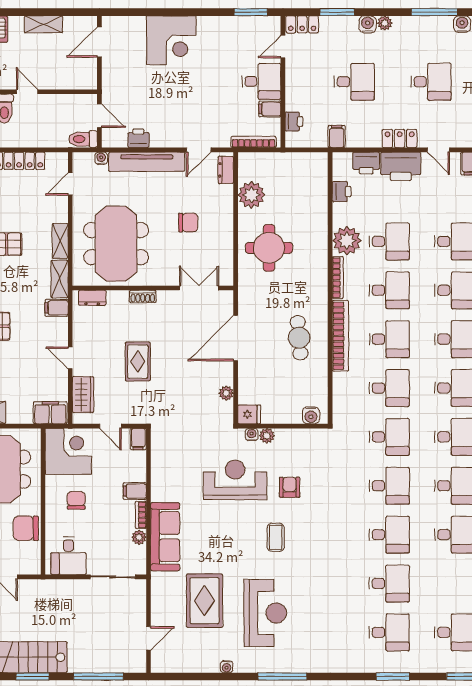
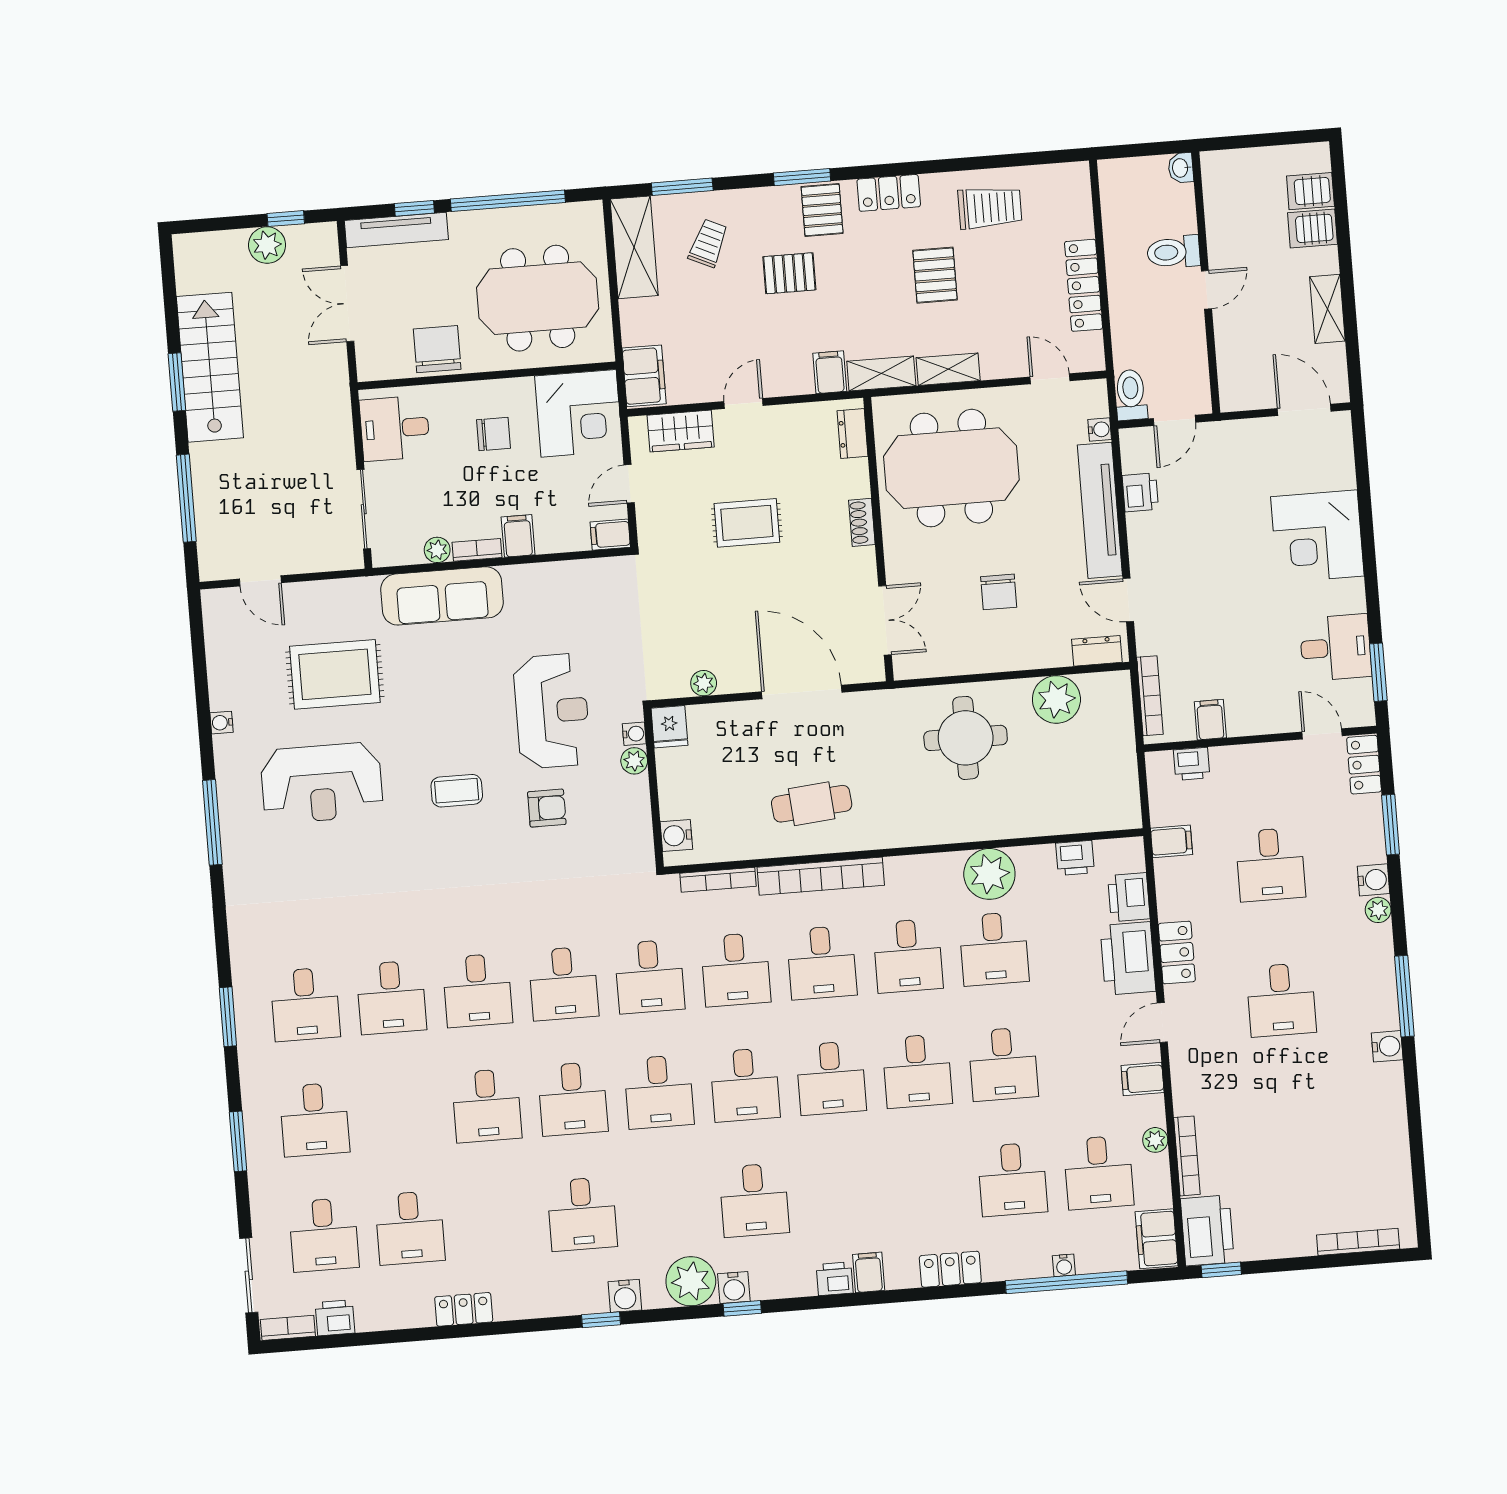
desk: (261, 81) -> (1336, 647), moved, turned -90
bookcase: (338, 278) -> (718, 880), moved

